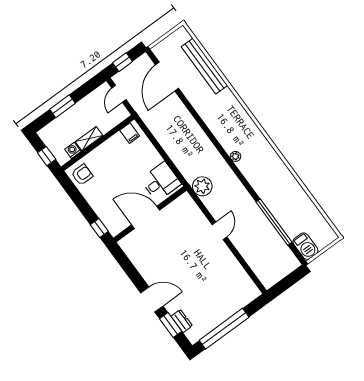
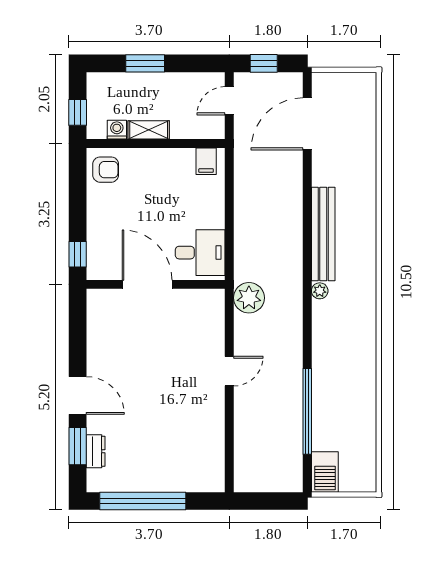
bench: (204, 66) -> (323, 234), moved

